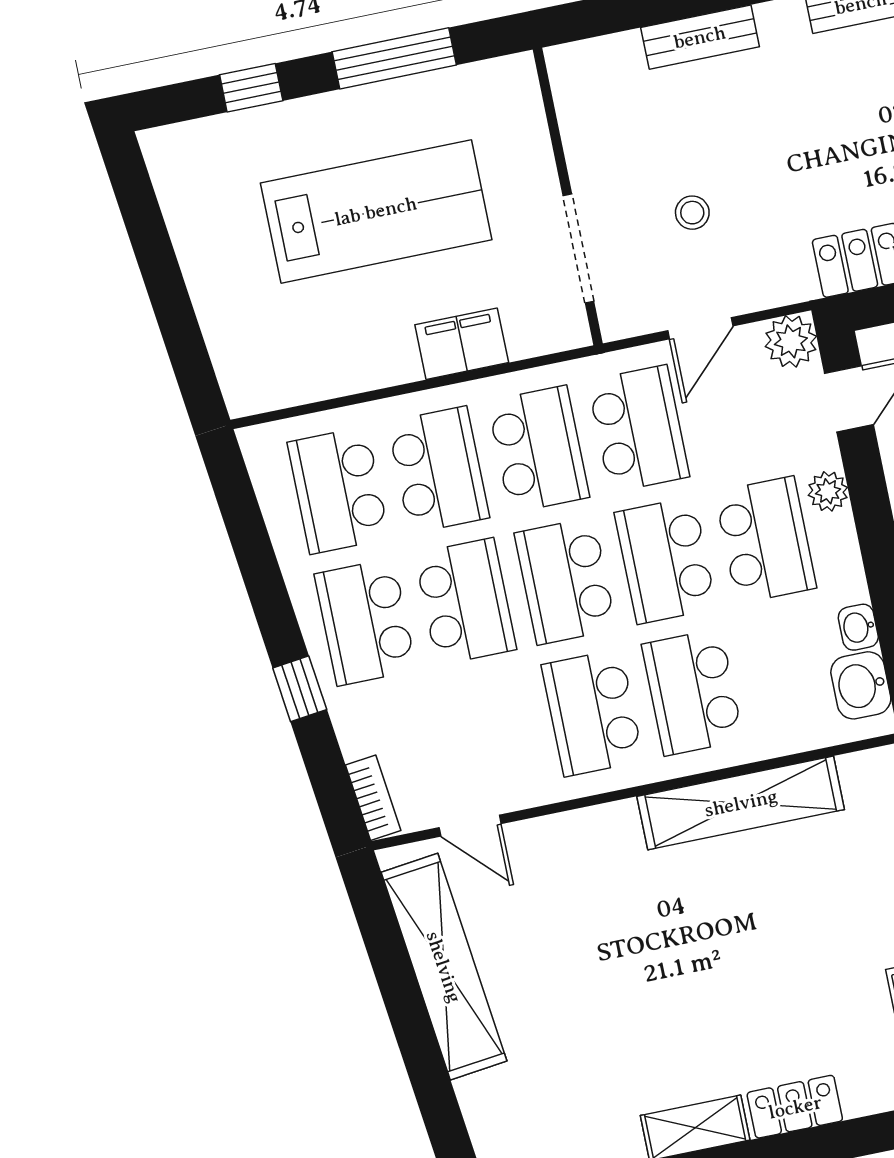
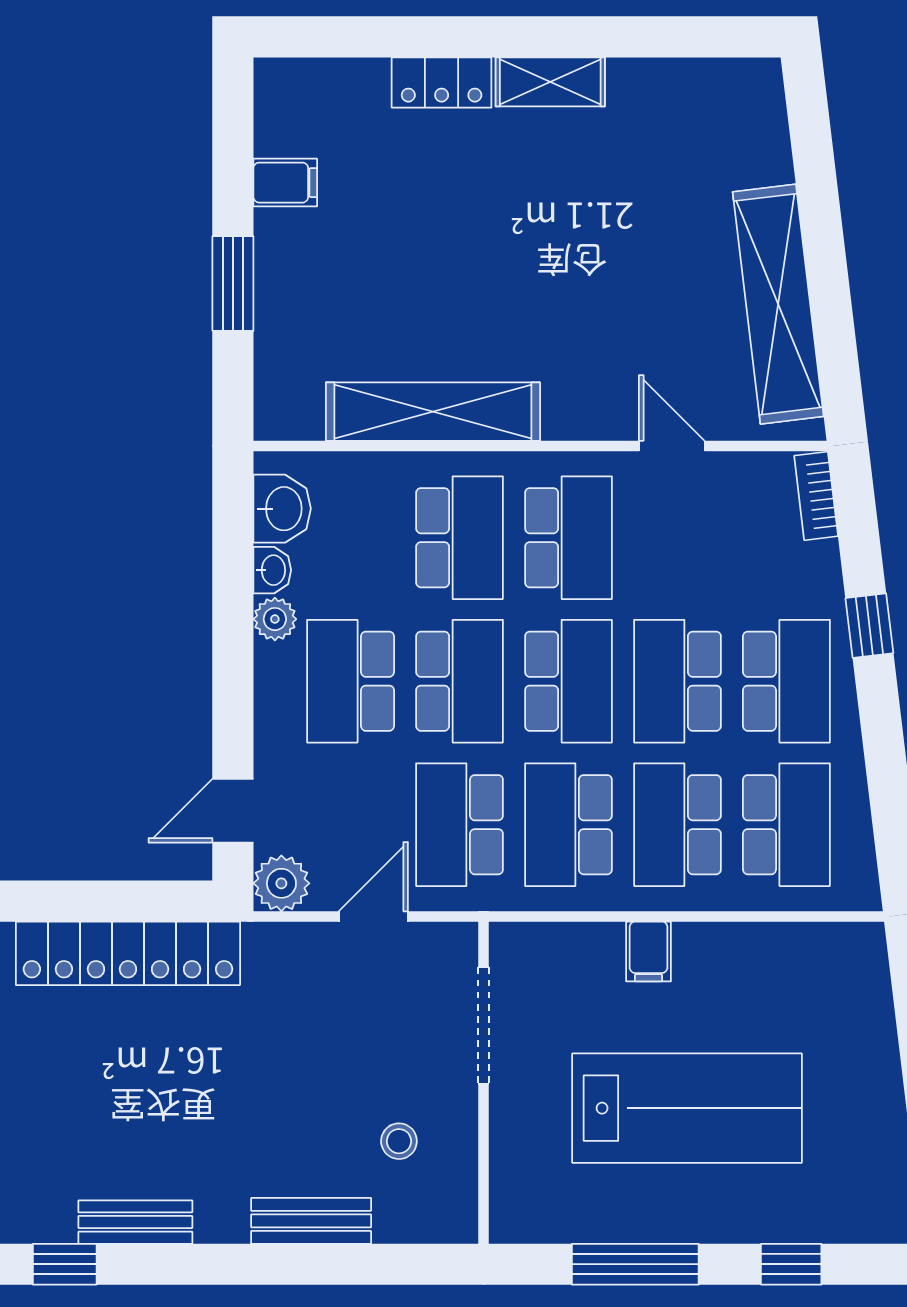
lab bench: (376, 211) -> (687, 1108), turned 180
stool: (692, 213) -> (399, 1141), moved
filing cabinet: (462, 344) -> (648, 951), width x0.50
plant: (828, 491) -> (275, 619), moved
door: (470, 826) -> (672, 446), moved

